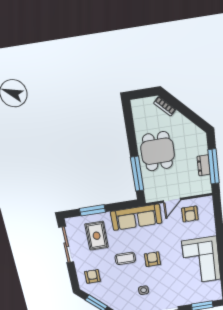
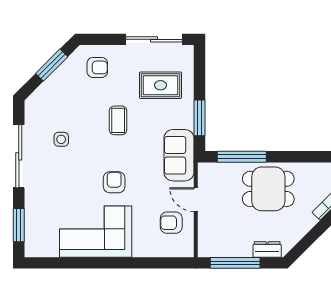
dresser: (204, 165) -> (267, 249), moved
window: (92, 210) -> (199, 118), moved
sofa: (136, 217) -> (179, 155), width x0.73
armchair: (152, 259) -> (114, 182), moved, turned -90

